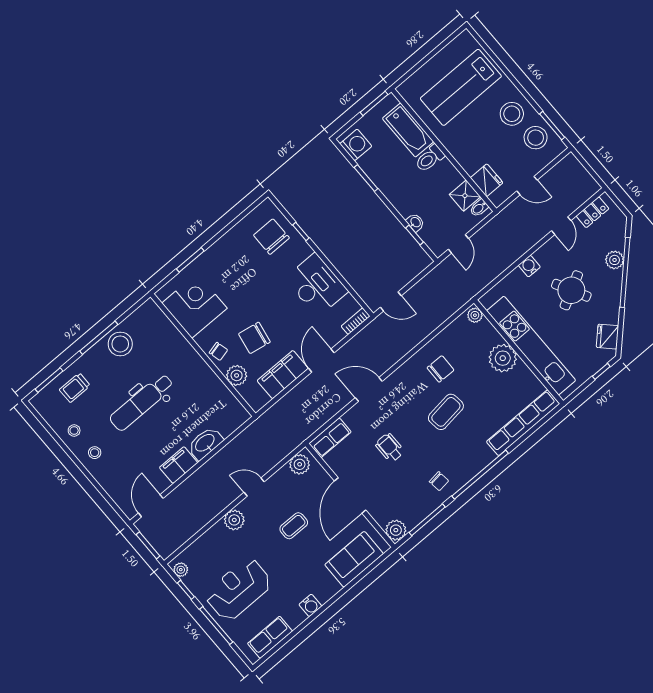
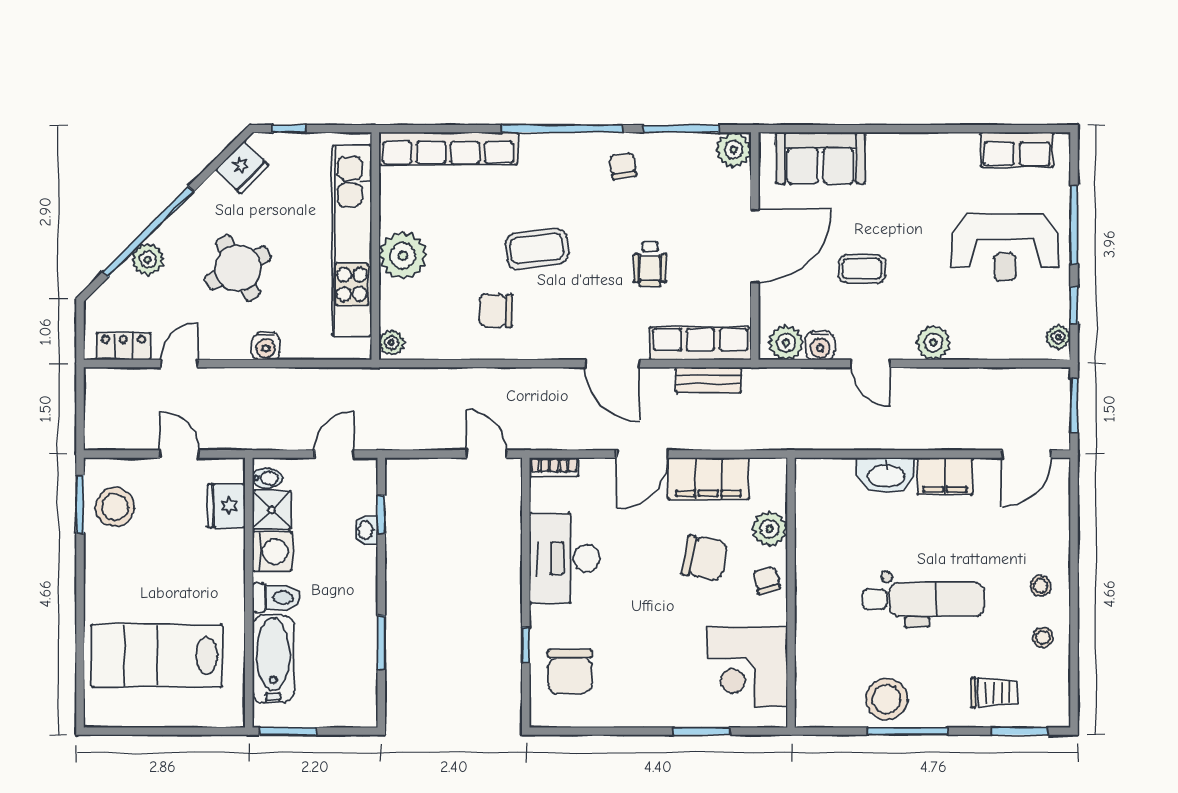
lab bench: (461, 87) -> (157, 656), turned 180
stool: (512, 114) -> (120, 565), removed
washing machine: (356, 145) -> (272, 551), moved, turned 180
bench: (320, 418) -> (708, 380), added
row of seats: (330, 438) -> (700, 344), width x1.48
water cooler: (310, 605) -> (820, 346), moved, turned 180

